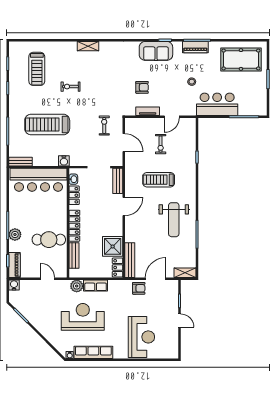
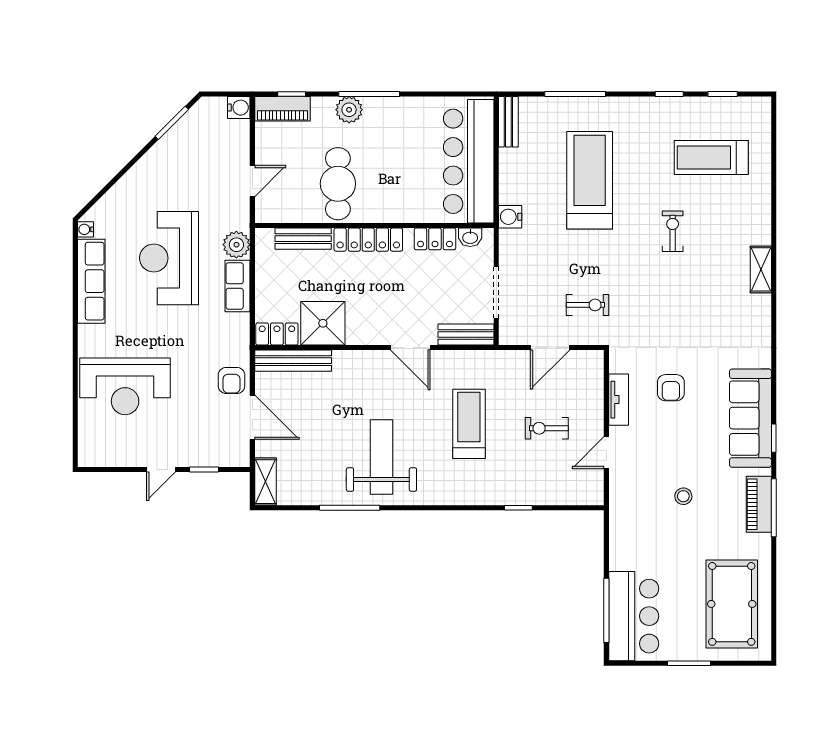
sofa: (156, 51) -> (750, 418), width x1.36
bar counter: (217, 104) -> (634, 616), moved
door: (172, 117) -> (606, 453), hinge flipped
weight bench: (174, 220) -> (381, 457), turned 90
reception desk: (83, 317) -> (169, 258), turned 180

